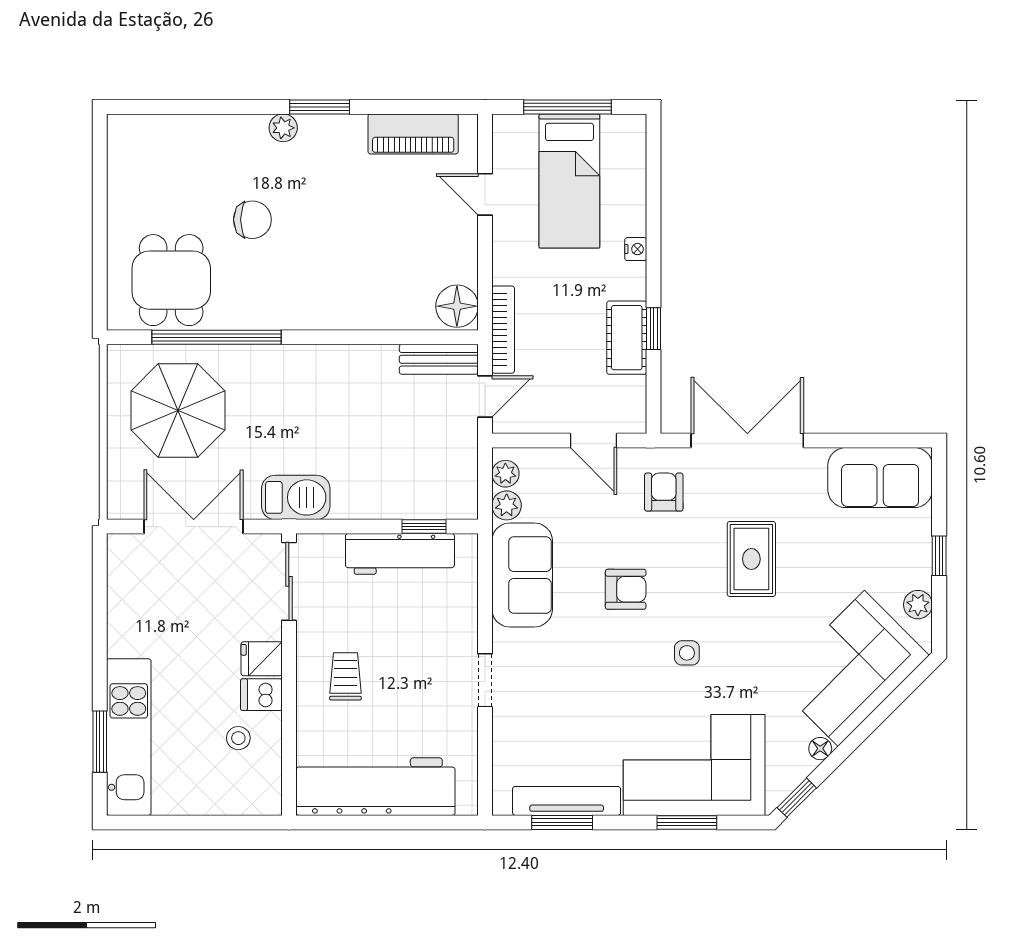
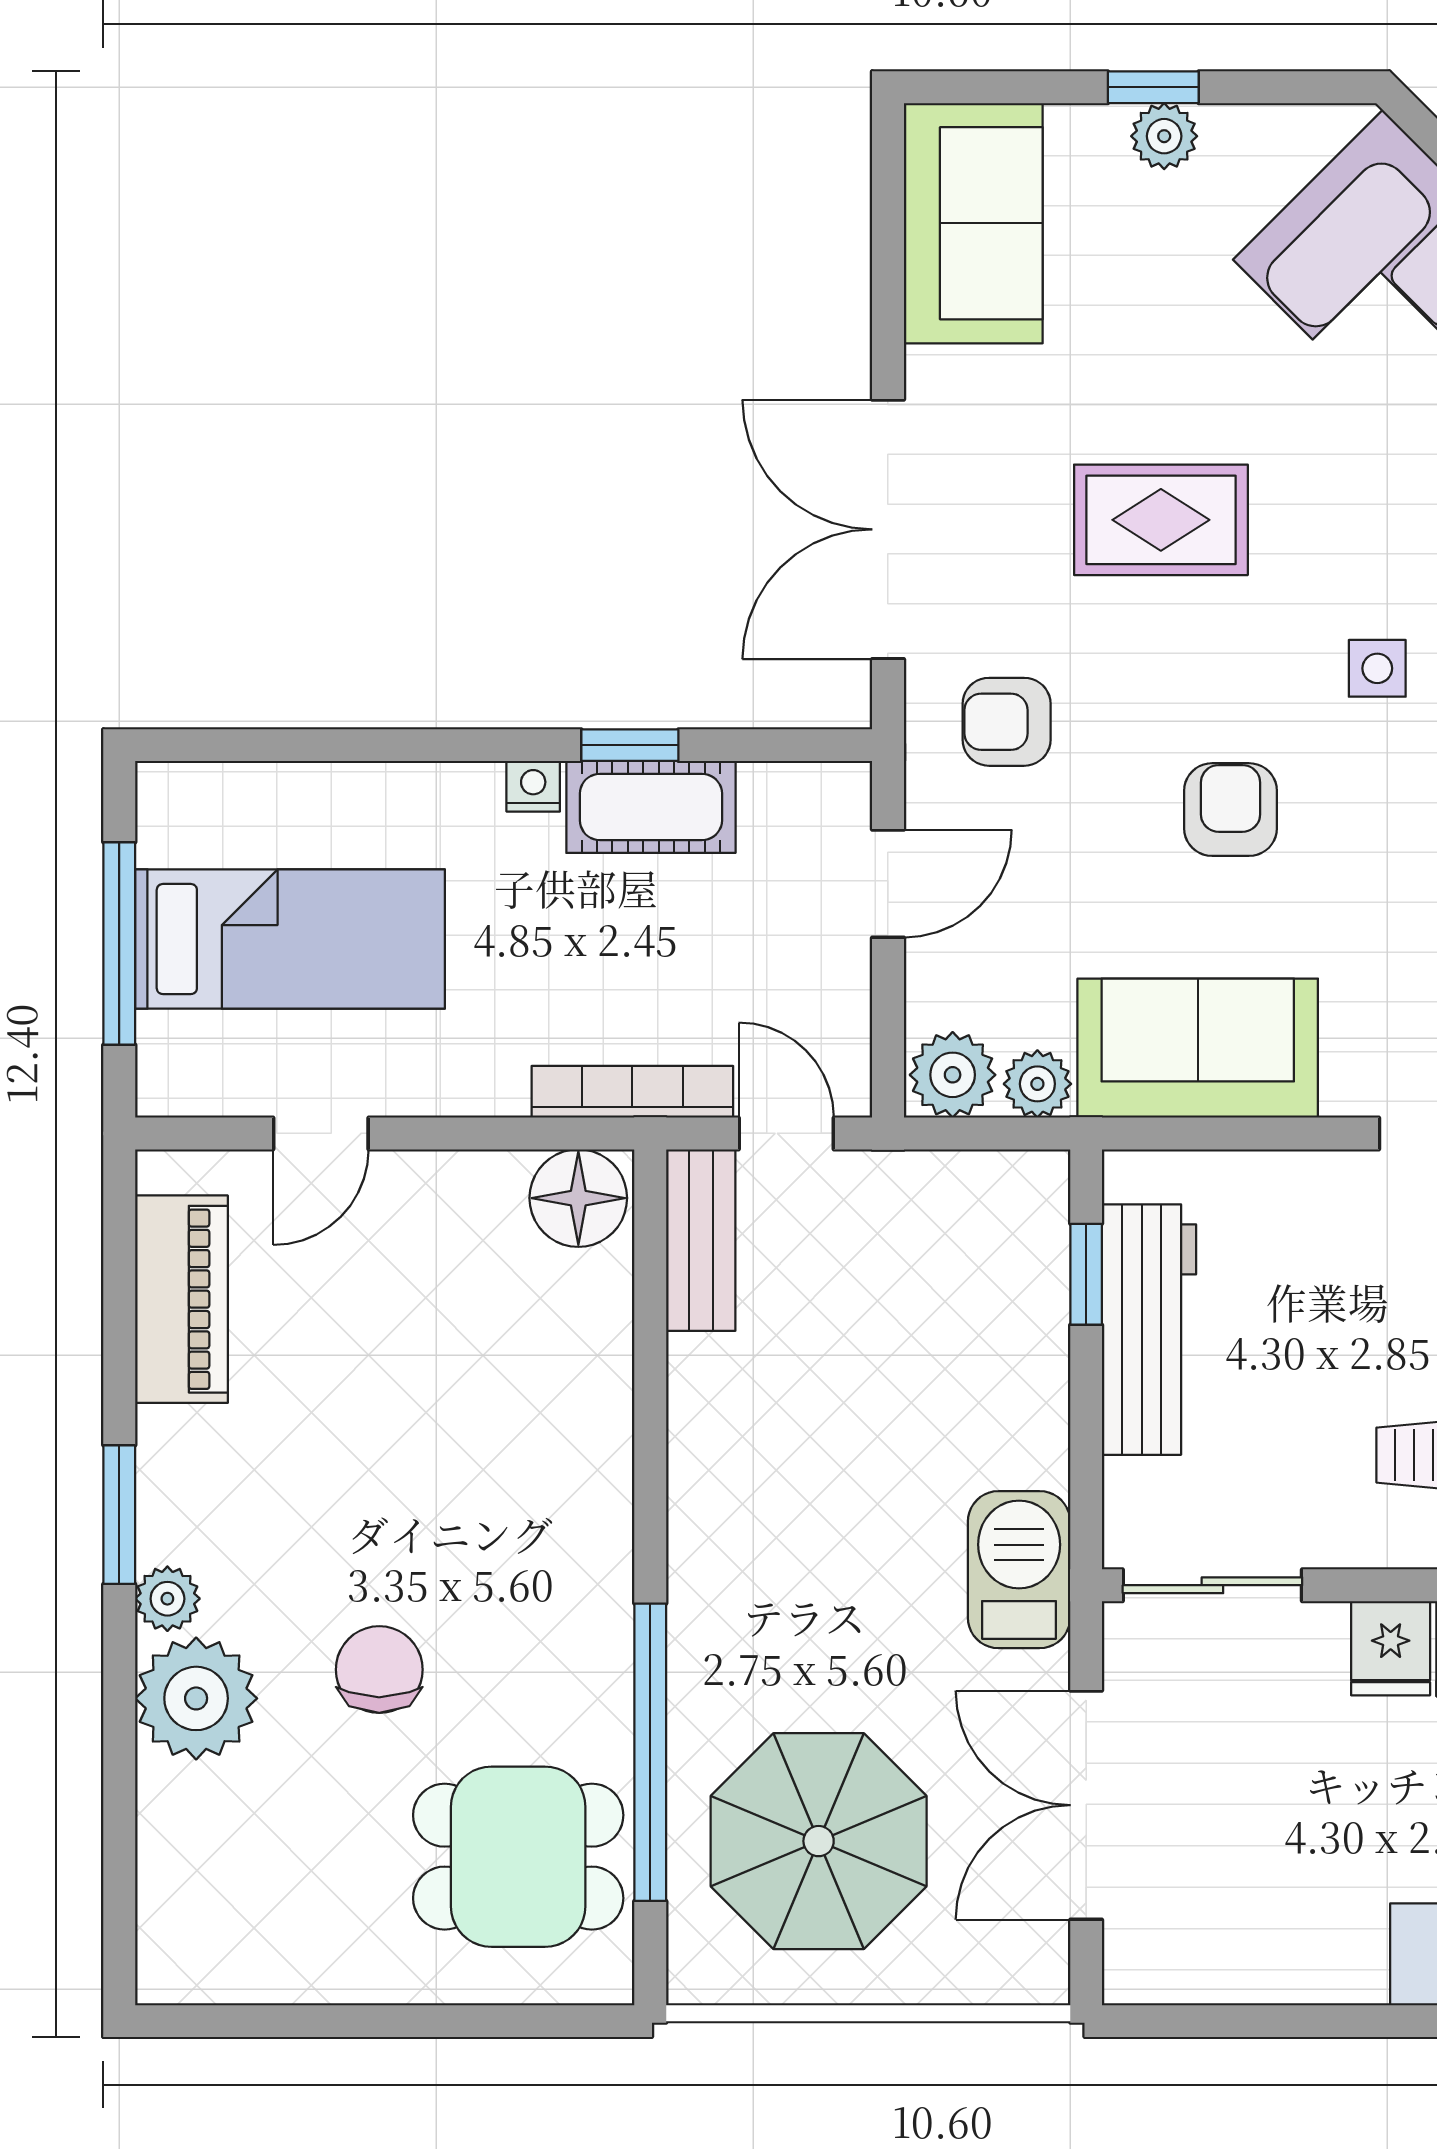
plant: (240, 140) -> (196, 1698), added
nightstand: (636, 249) -> (533, 786), moved
plant: (505, 474) -> (953, 1075), width x1.38, depth x1.38
plant: (918, 605) -> (1164, 136), moved

